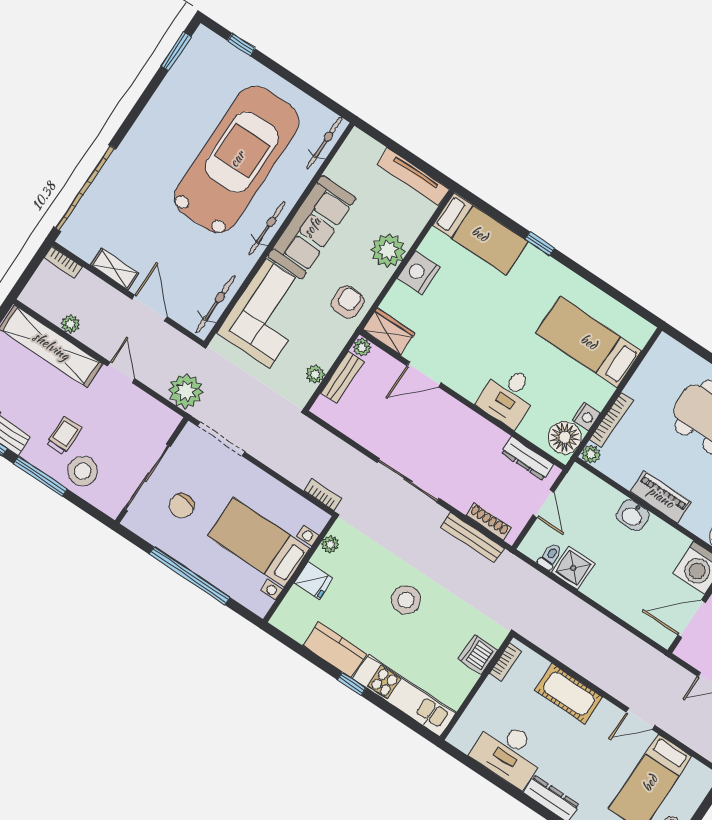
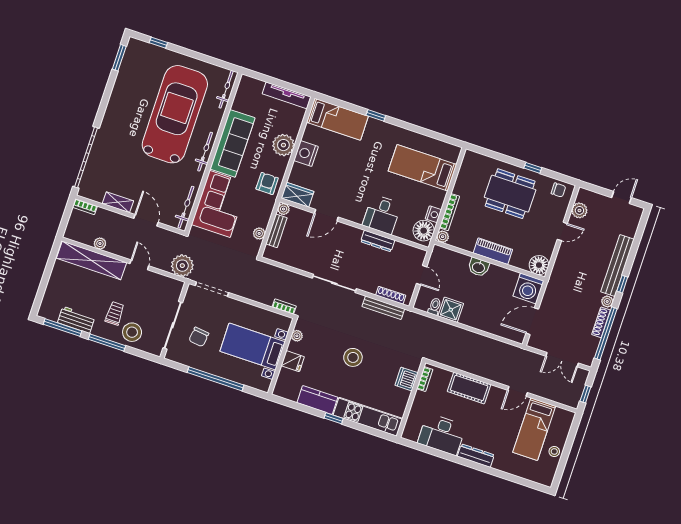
dresser: (528, 459) -> (378, 241), moved

